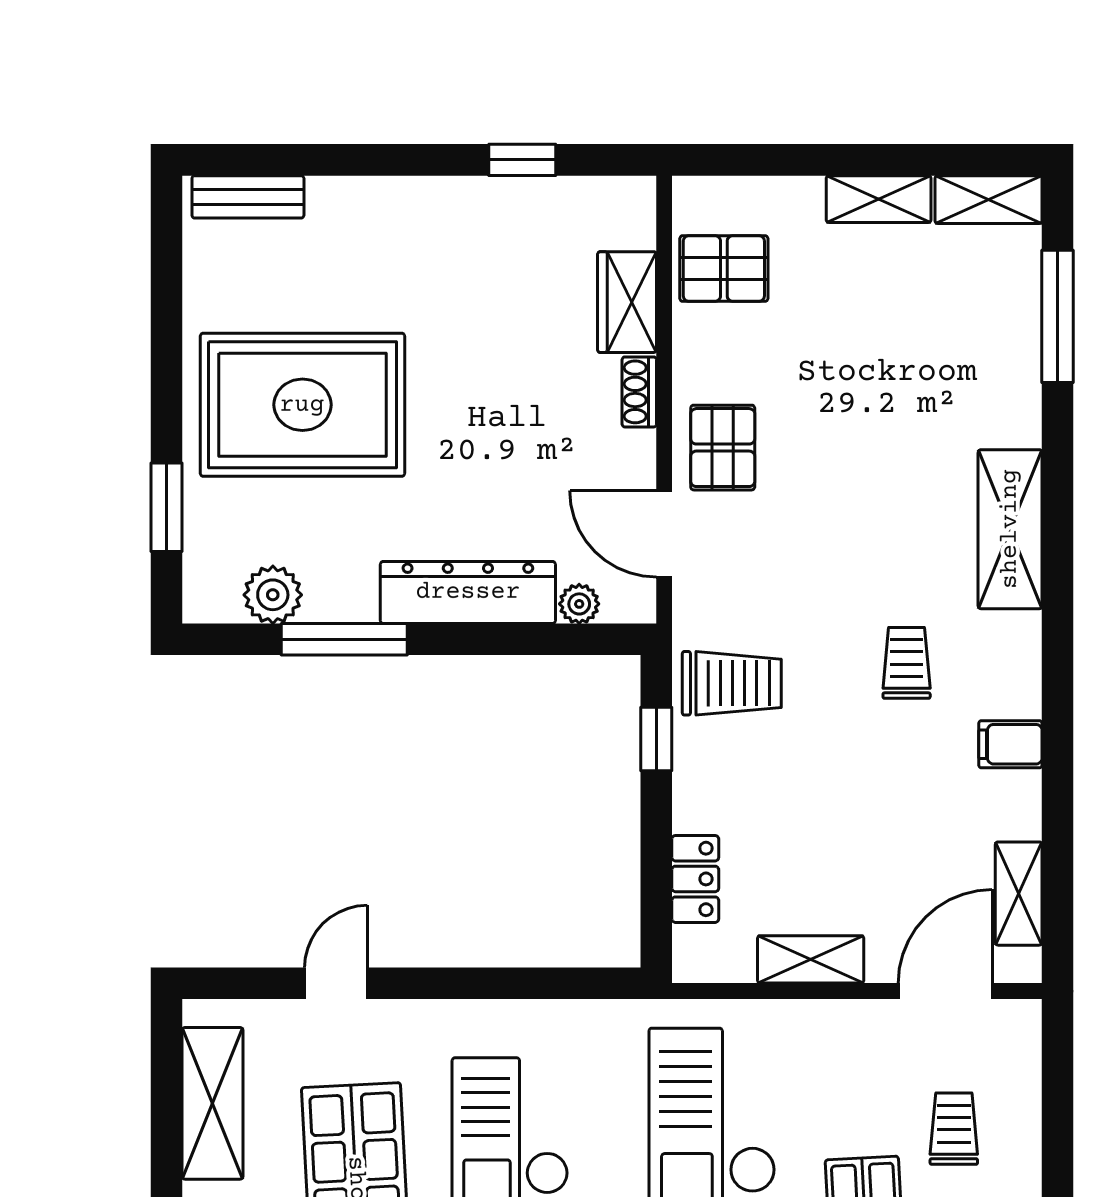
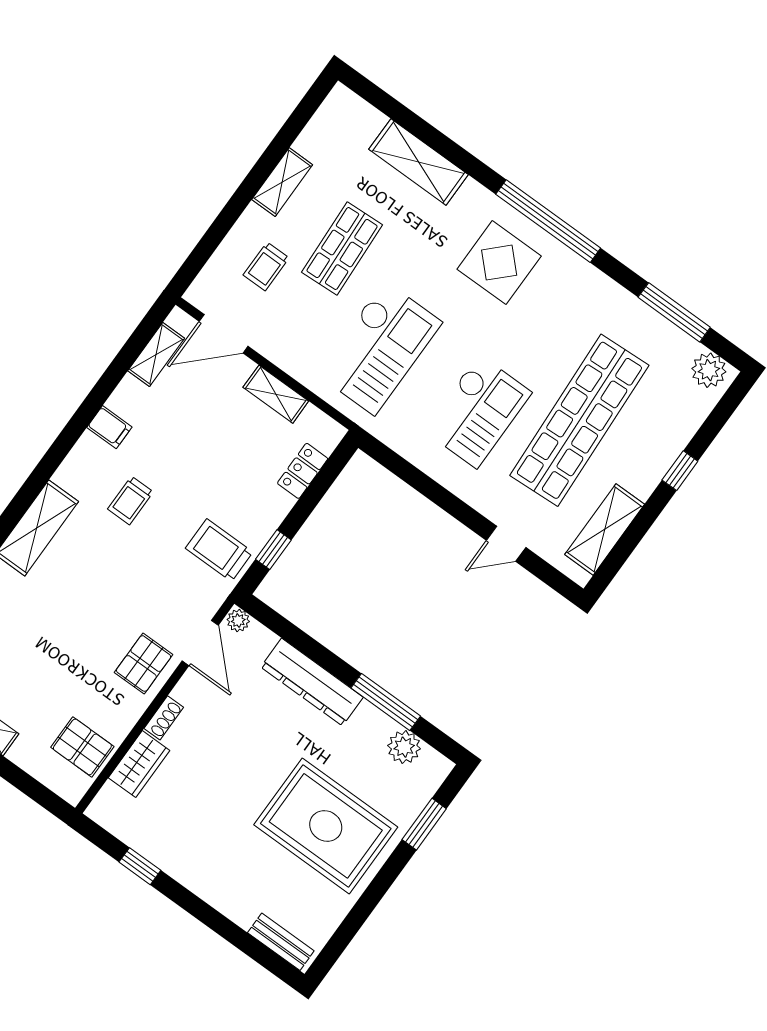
plant: (579, 604) -> (238, 621), moved

